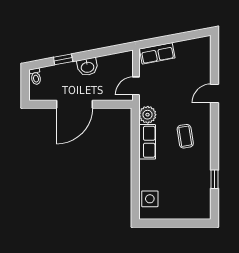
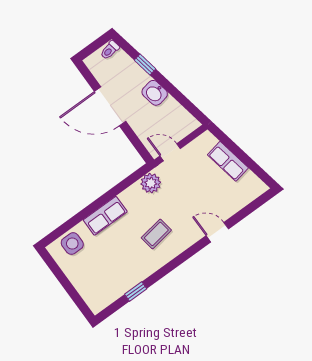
row of seats: (157, 53) -> (228, 161), moved
row of seats: (147, 142) -> (105, 216), moved

